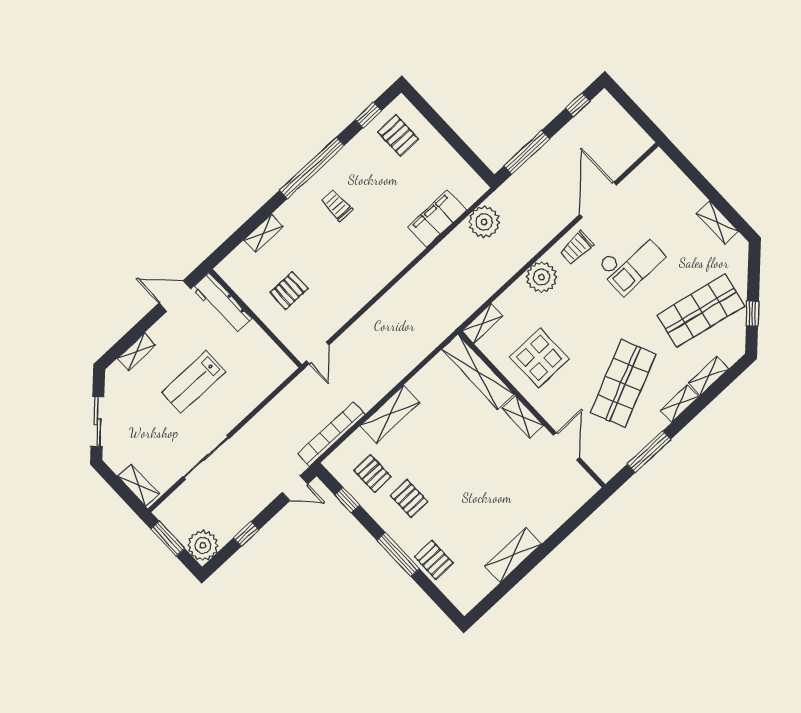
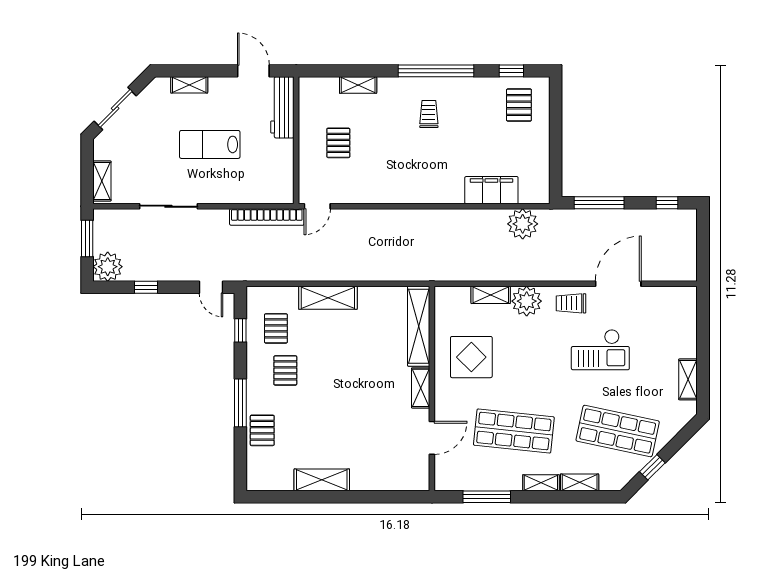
pallet: (289, 291) -> (338, 143), turned 90
shelving: (482, 324) -> (491, 295), moved
shop shelf: (623, 384) -> (514, 431), turned 30
bookcase: (331, 434) -> (267, 217), moved, turned 180

